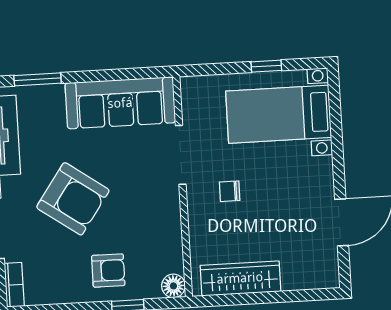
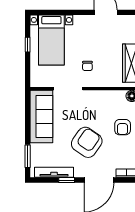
armchair: (108, 270) -> (123, 127), turned 180

